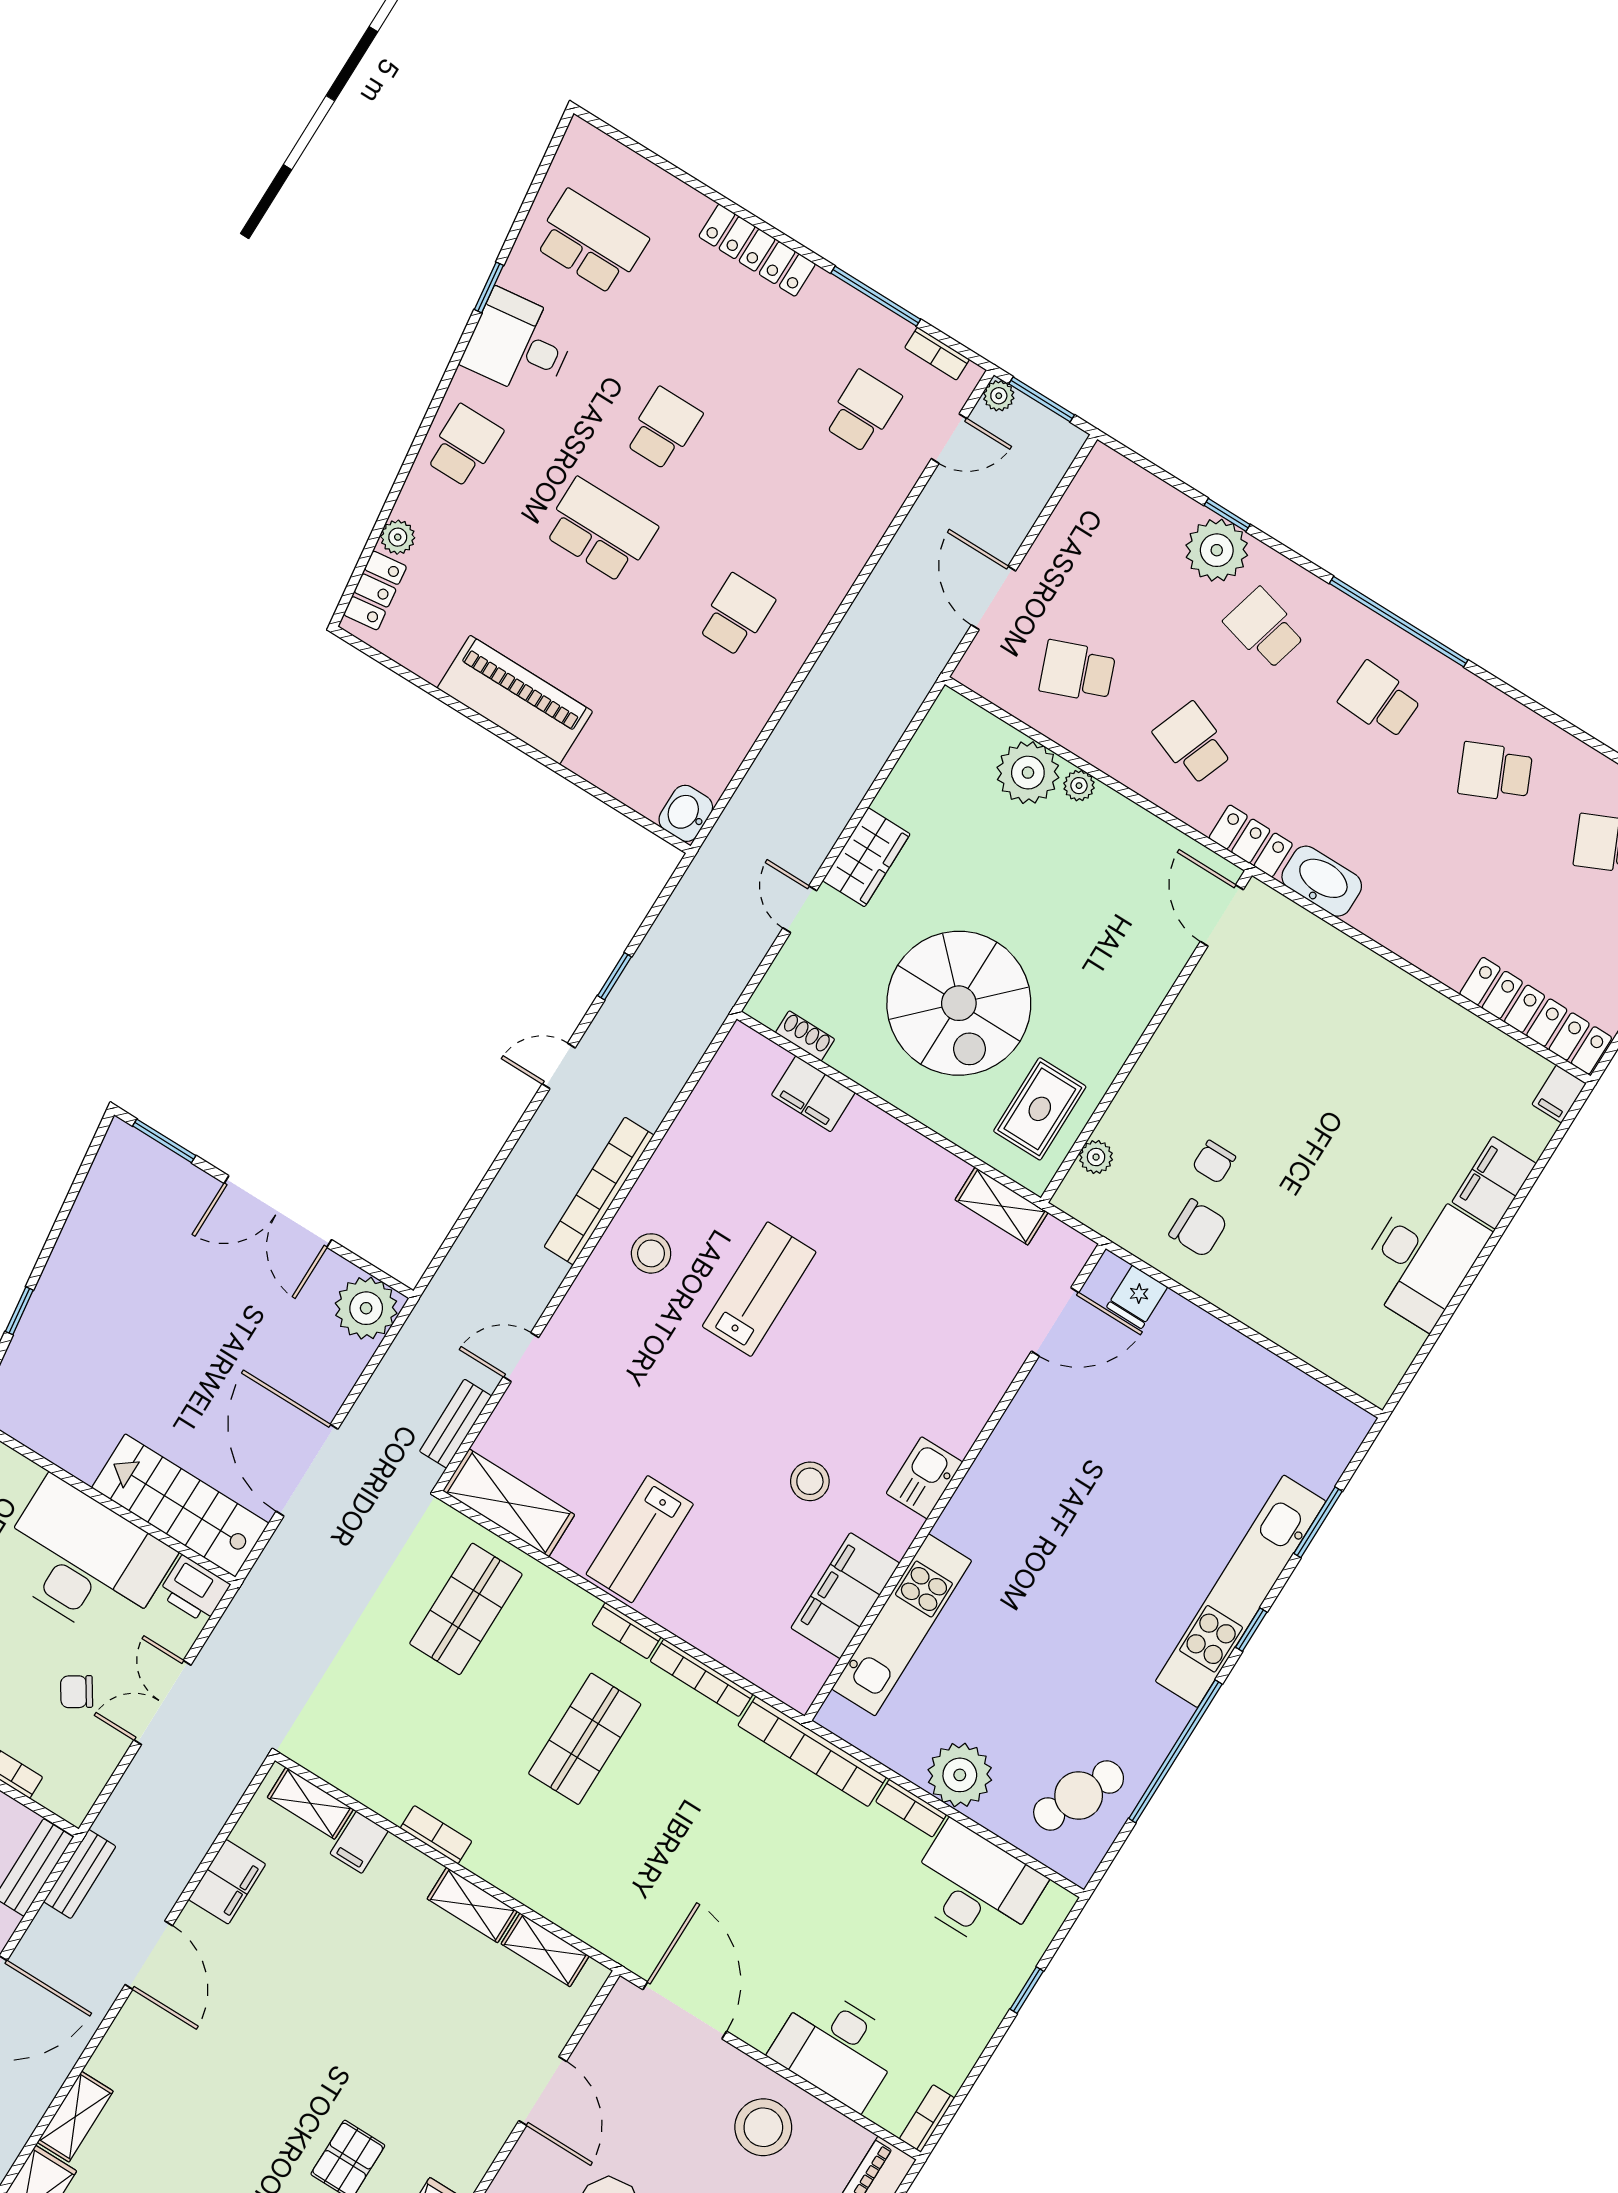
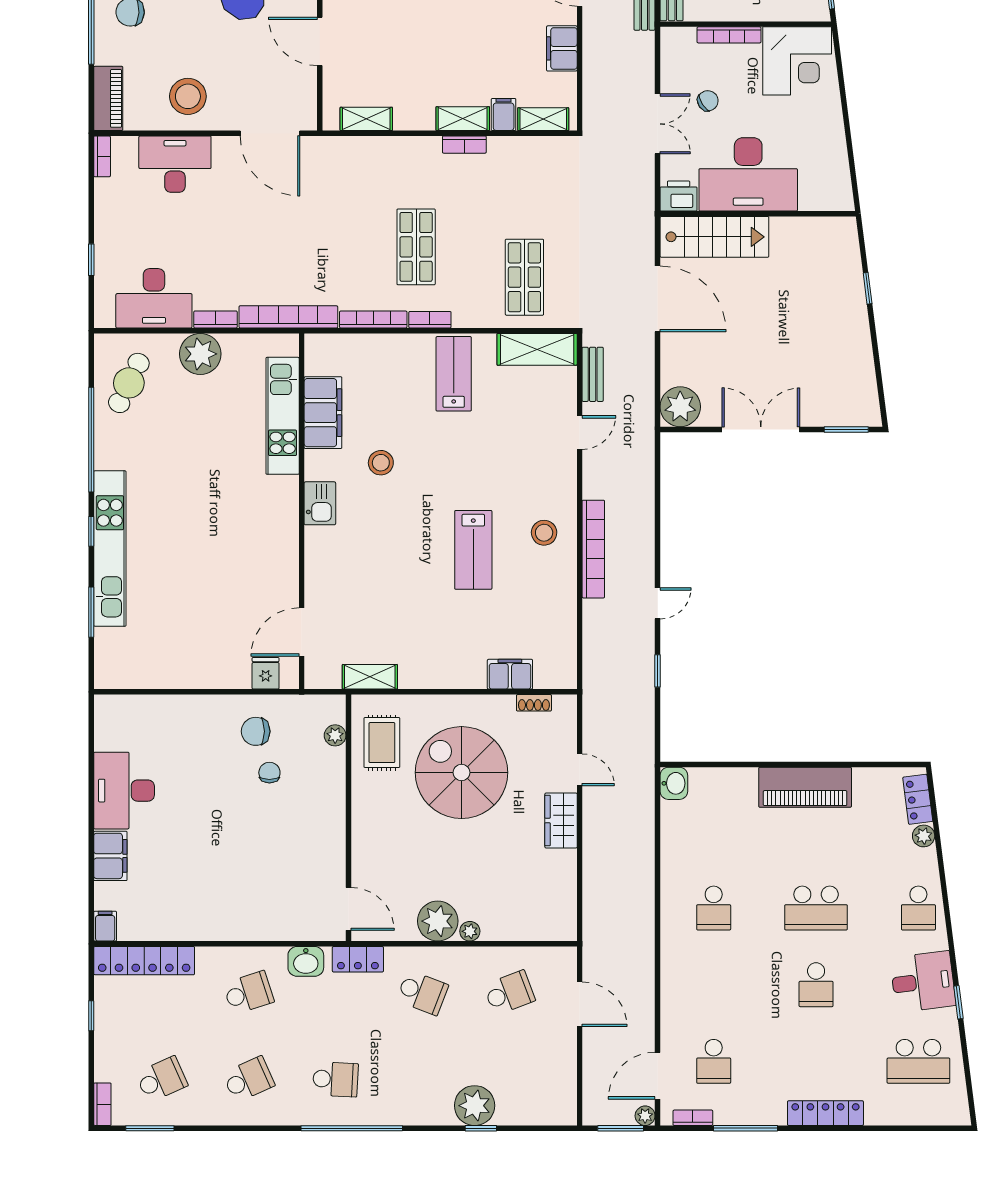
door: (949, 439) -> (658, 1076), width x1.38
school desk: (1264, 628) -> (249, 993), moved, turned -33
plant: (1028, 773) -> (438, 921), moved
washbasin: (1322, 881) -> (306, 961), width x0.72
shelving: (472, 1905) -> (463, 119), moved

